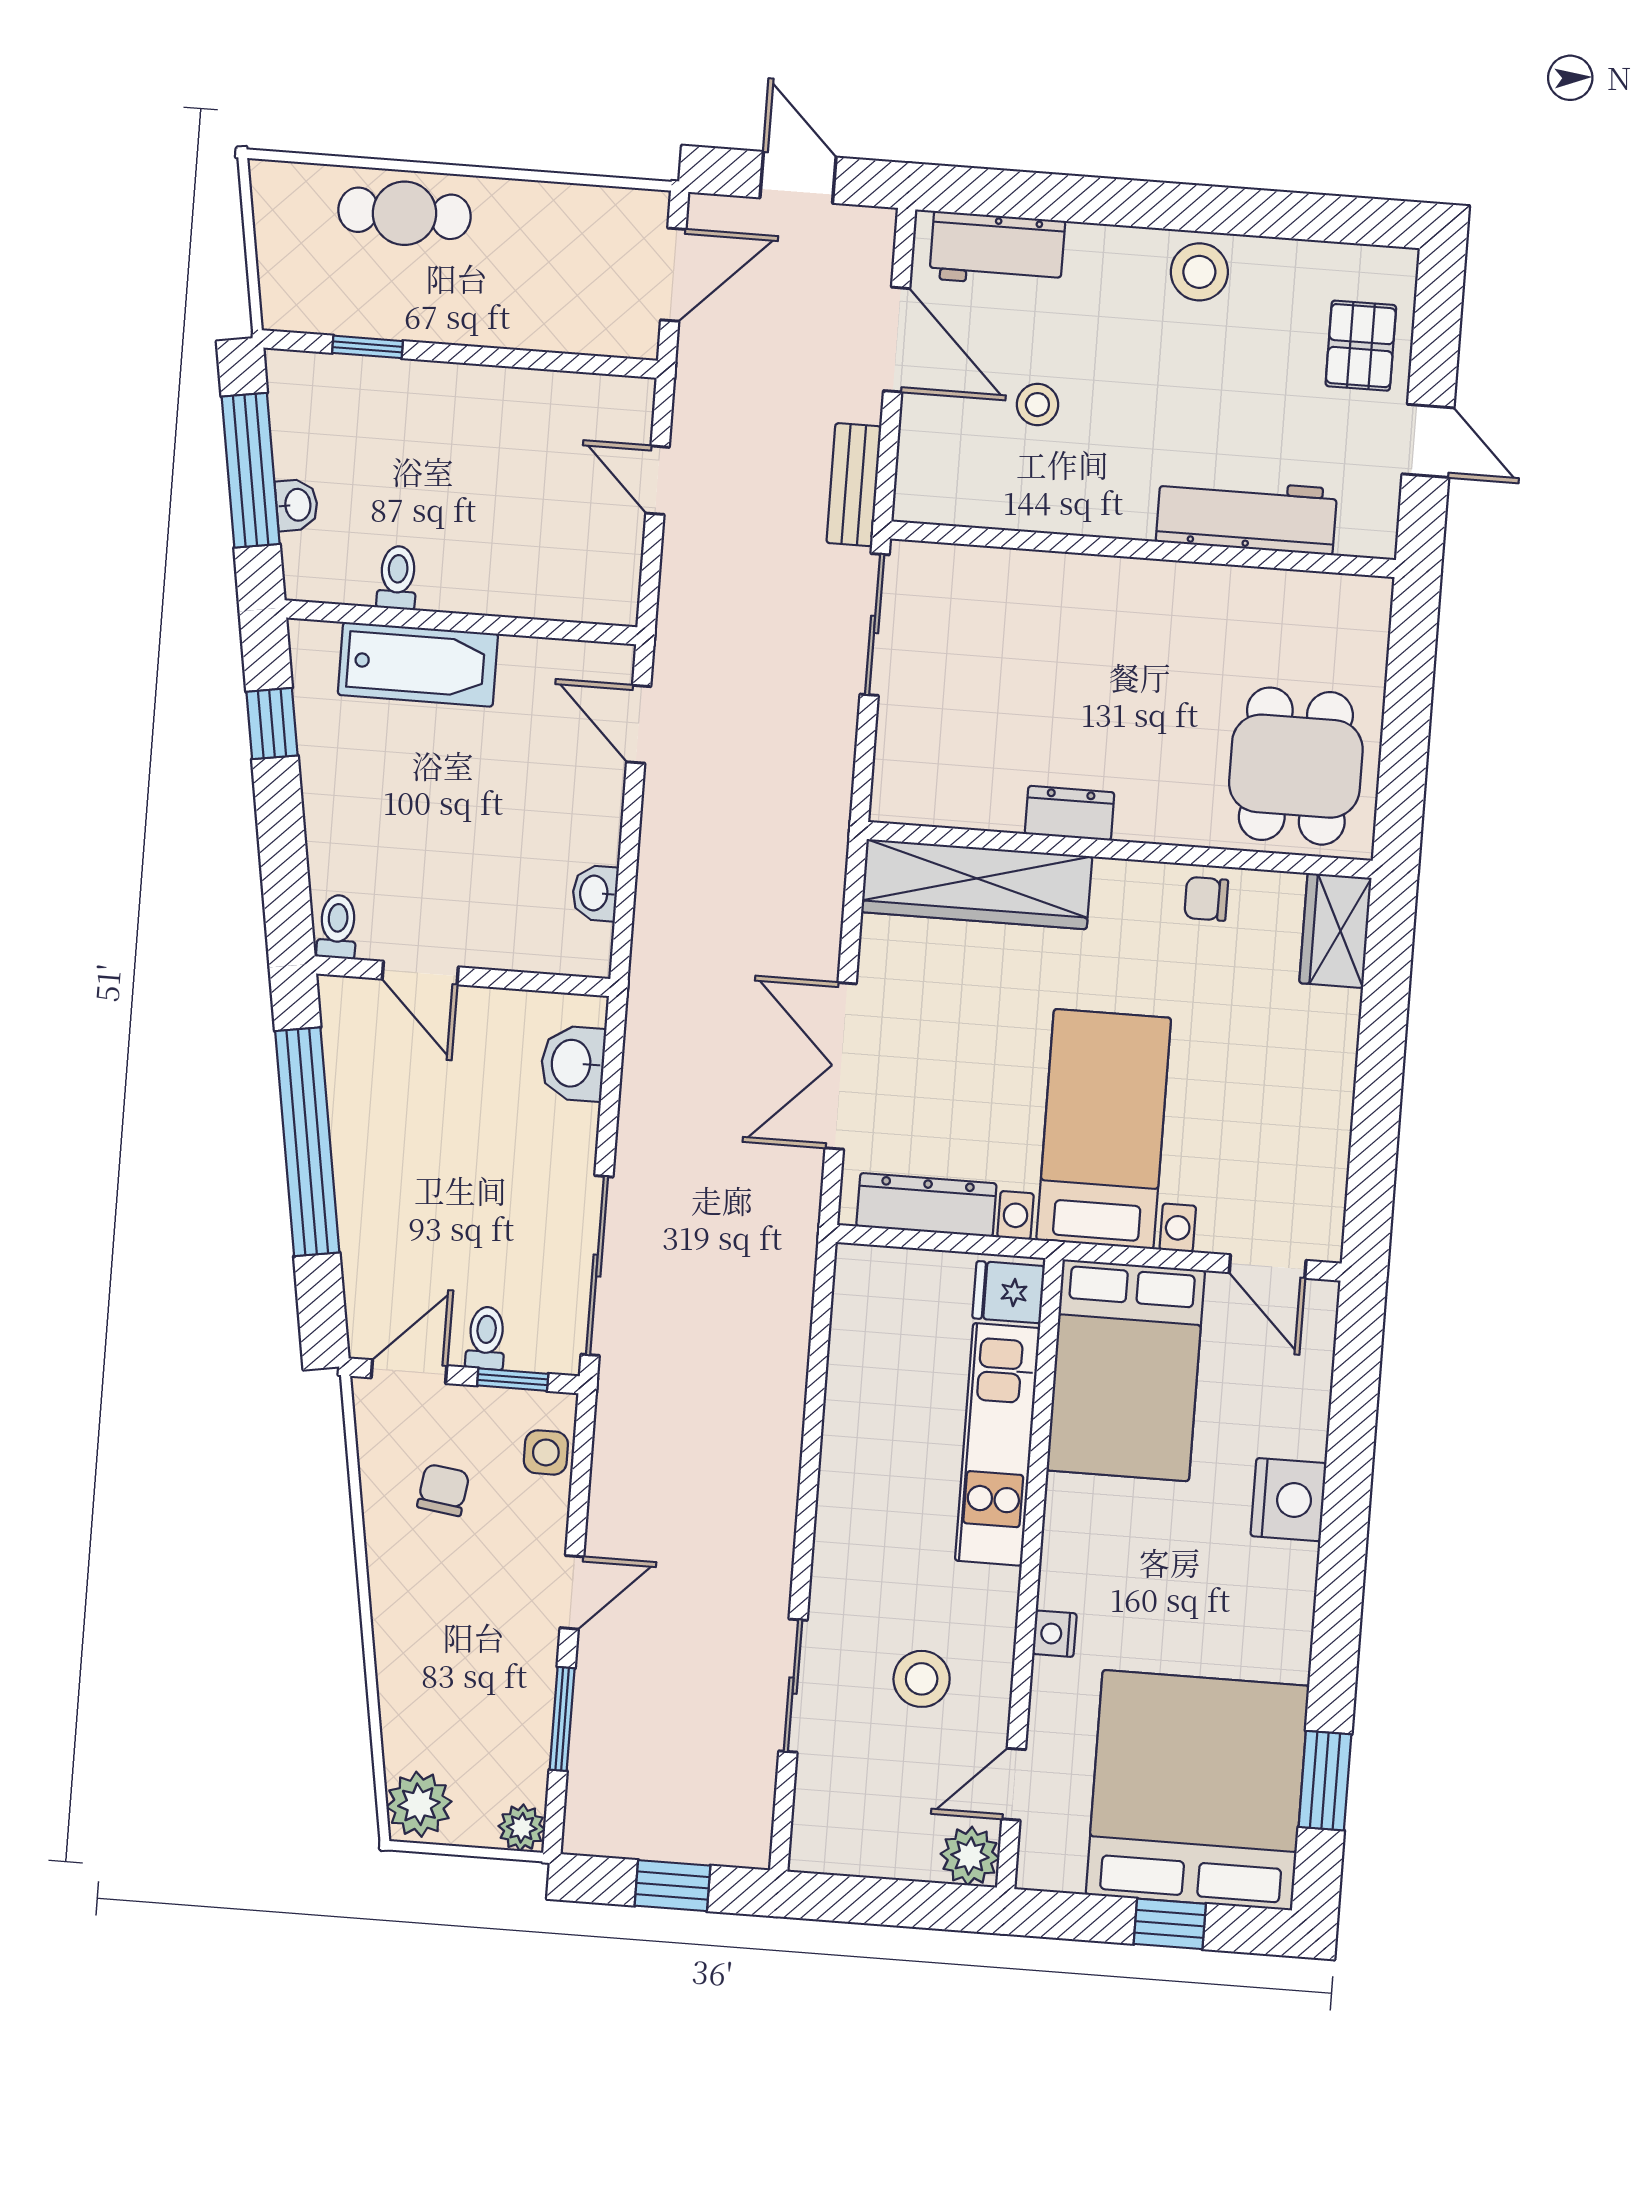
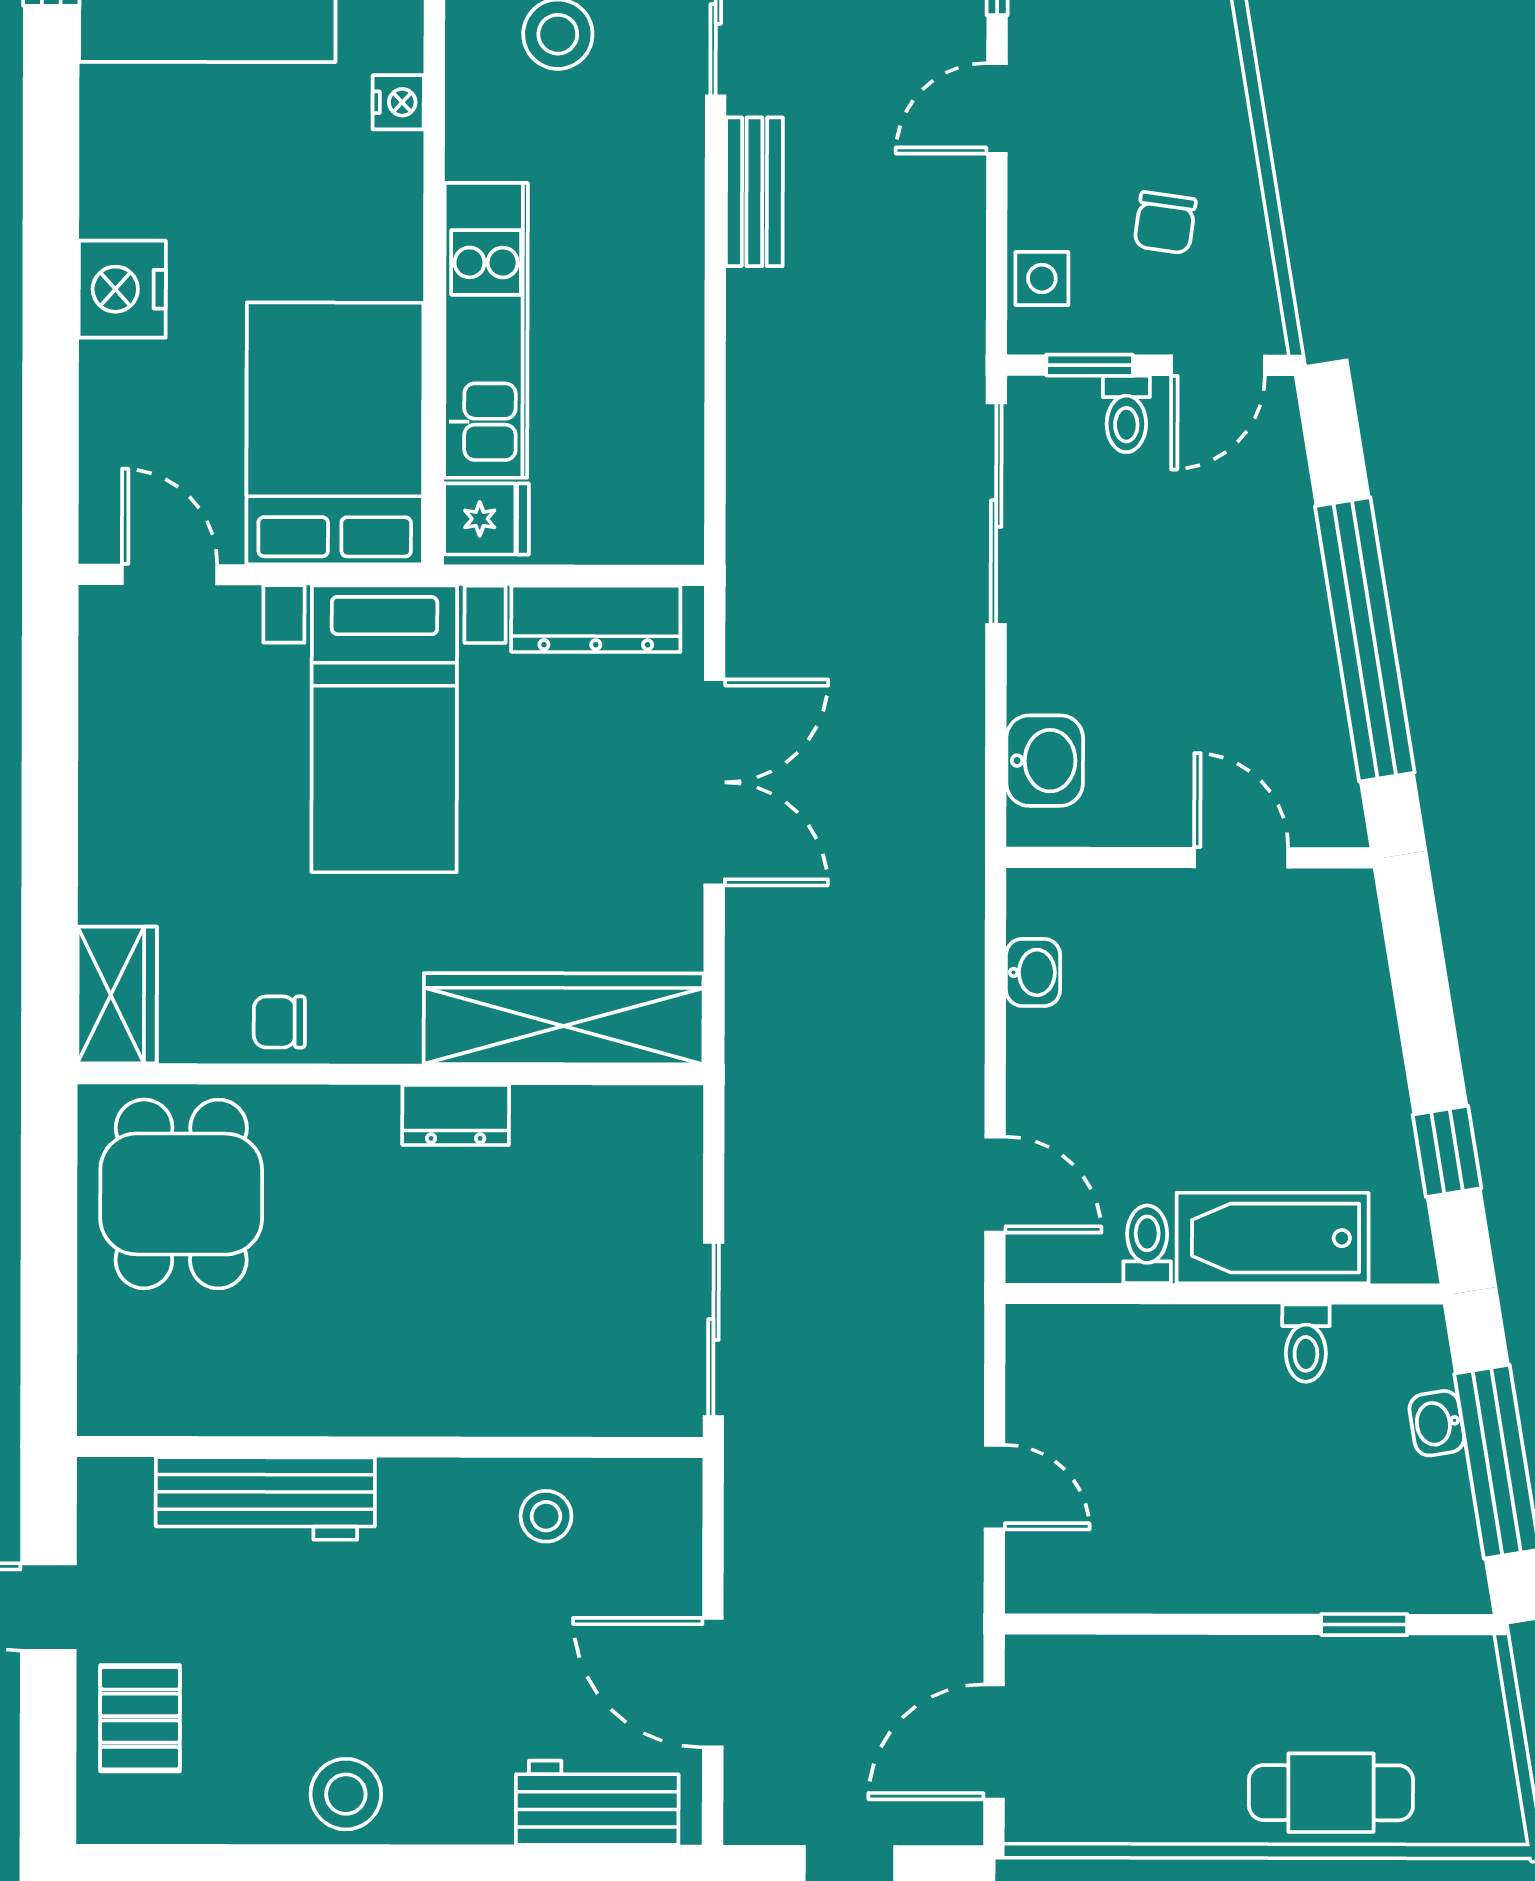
stool: (1037, 405) -> (546, 1516), moved
bench: (854, 485) -> (754, 192), moved
chair: (1206, 899) -> (279, 1022), turned 180
toilet: (337, 927) -> (1147, 1244), moved, turned 180

